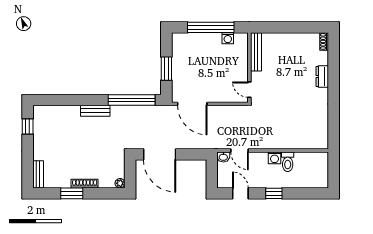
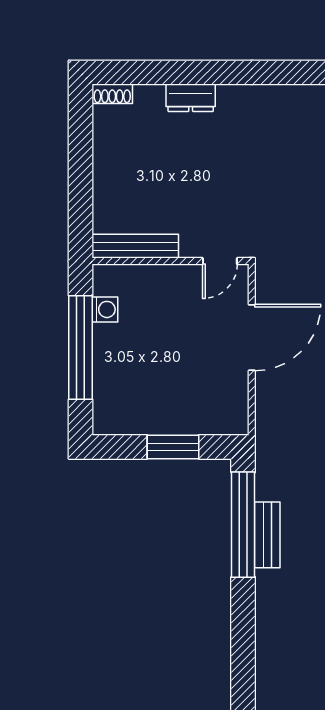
door: (192, 104) -> (252, 338), moved
bench: (95, 111) -> (267, 535), moved

